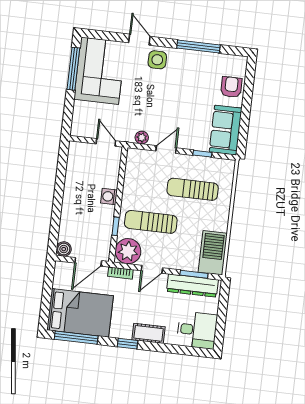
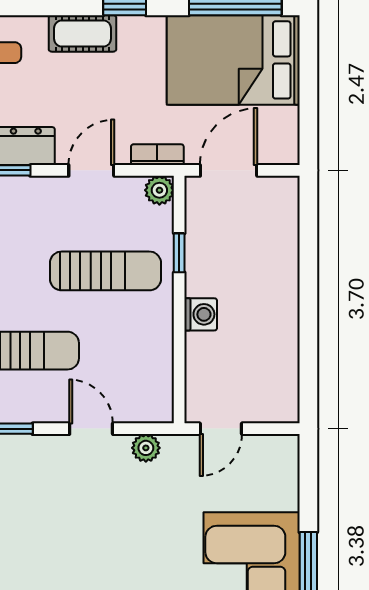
door: (106, 142) -> (221, 429), hinge flipped
door: (166, 149) -> (91, 429), swing flipped
boiler: (64, 249) -> (284, 191), removed
plant: (128, 251) -> (159, 190), width x0.53, depth x0.53

